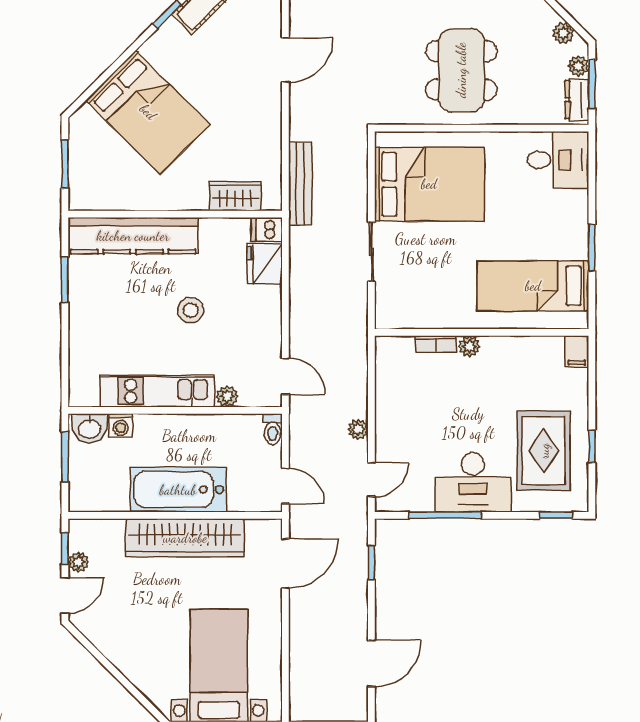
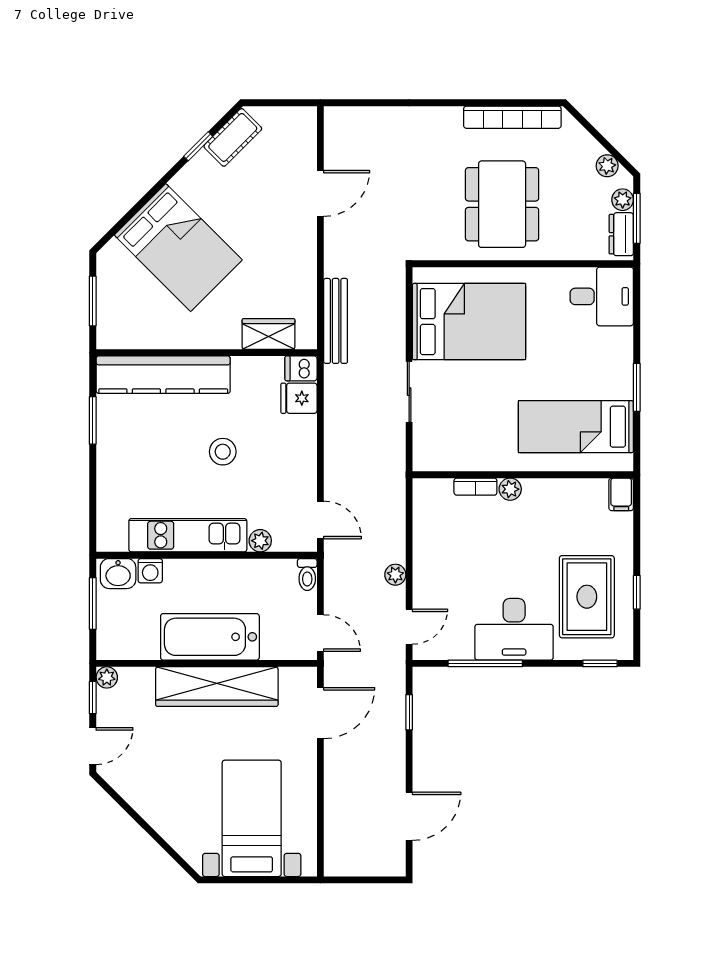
fridge: (265, 264) -> (299, 398), width x0.72
plant: (78, 562) -> (107, 677), moved

